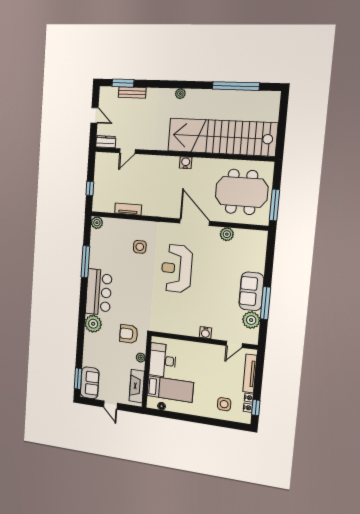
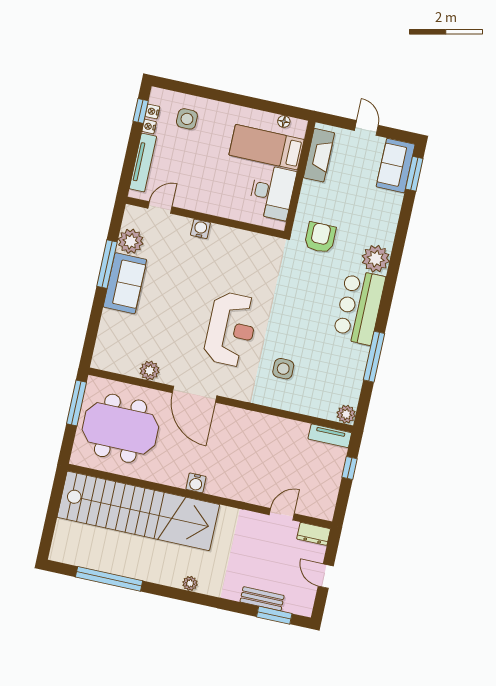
tv unit: (128, 209) -> (330, 436), moved
armchair: (129, 334) -> (320, 238), turned -90
plant: (141, 358) -> (306, 199), removed

